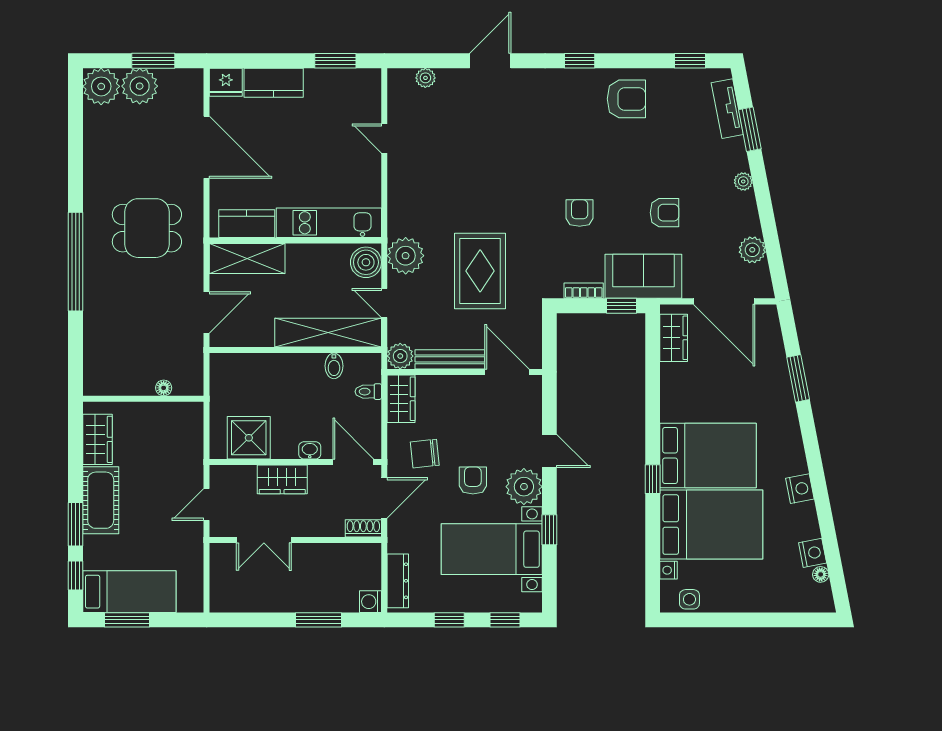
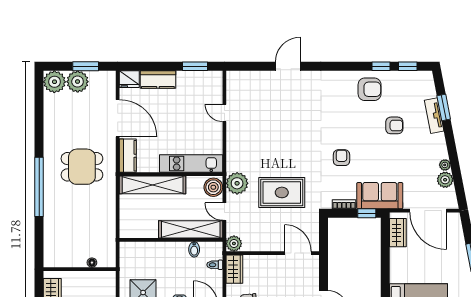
window: (580, 61) -> (381, 66), moved
plant: (425, 78) -> (249, 77), removed
tv unit: (727, 109) -> (434, 116), moved
plant: (743, 181) -> (445, 165), moved
armchair: (664, 213) -> (394, 125), moved
kitchen counter: (247, 224) -> (128, 156), moved, turned 90
shelving: (247, 258) -> (153, 185), width x1.47
rug: (480, 271) -> (282, 192), turned 90
door: (207, 312) -> (118, 217), removed
bench: (450, 359) -> (264, 245), removed

